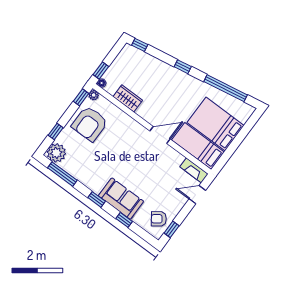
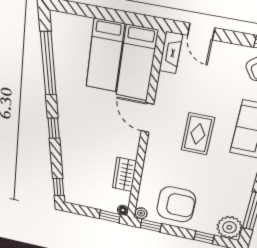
bed: (216, 124) -> (105, 56), width x0.67
rug: (134, 163) -> (198, 134), added

